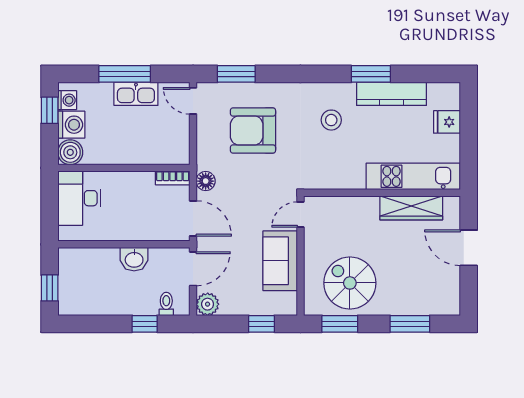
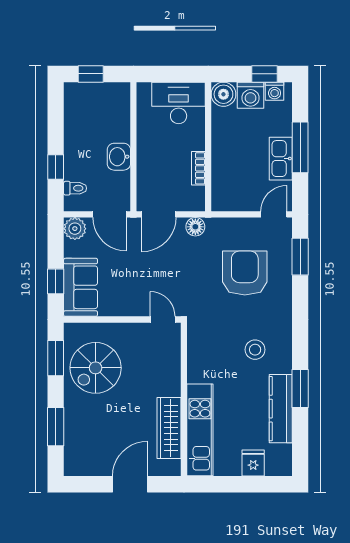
bookcase: (173, 178) -> (198, 168), moved
sofa: (280, 261) -> (81, 287), moved, turned 90
spiral stairs: (350, 283) -> (96, 368), turned 180

